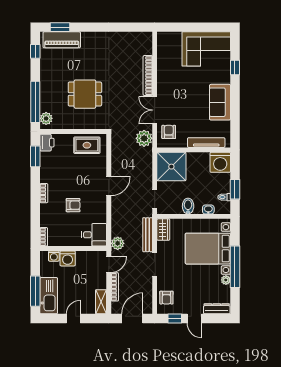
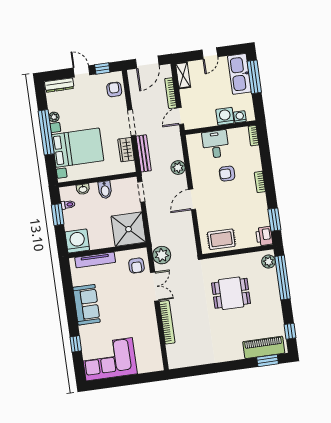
wardrobe: (163, 230) -> (126, 150), moved
desk: (94, 235) -> (215, 144), moved, turned 90
plant: (118, 243) -> (178, 168), moved

